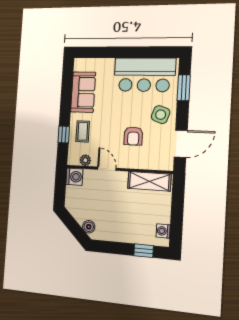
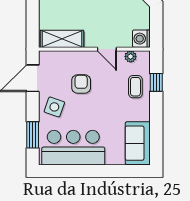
sofa: (83, 92) -> (138, 143), moved

